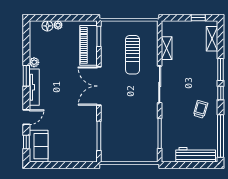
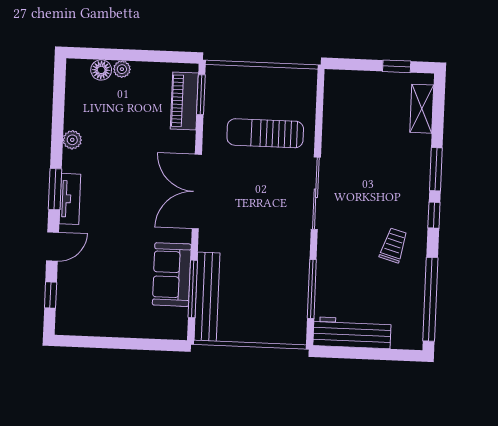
piano: (88, 45) -> (184, 101), width x0.73, depth x0.75
shelving: (167, 48) -> (332, 123), removed
sun lounger: (133, 55) -> (265, 133), turned 90
window: (26, 76) -> (55, 189), moved
tv unit: (34, 87) -> (70, 199), width x0.71
bench: (106, 139) -> (207, 297), added
sofa: (39, 146) -> (172, 275), moved, turned 180
workbench: (196, 155) -> (352, 333), moved

